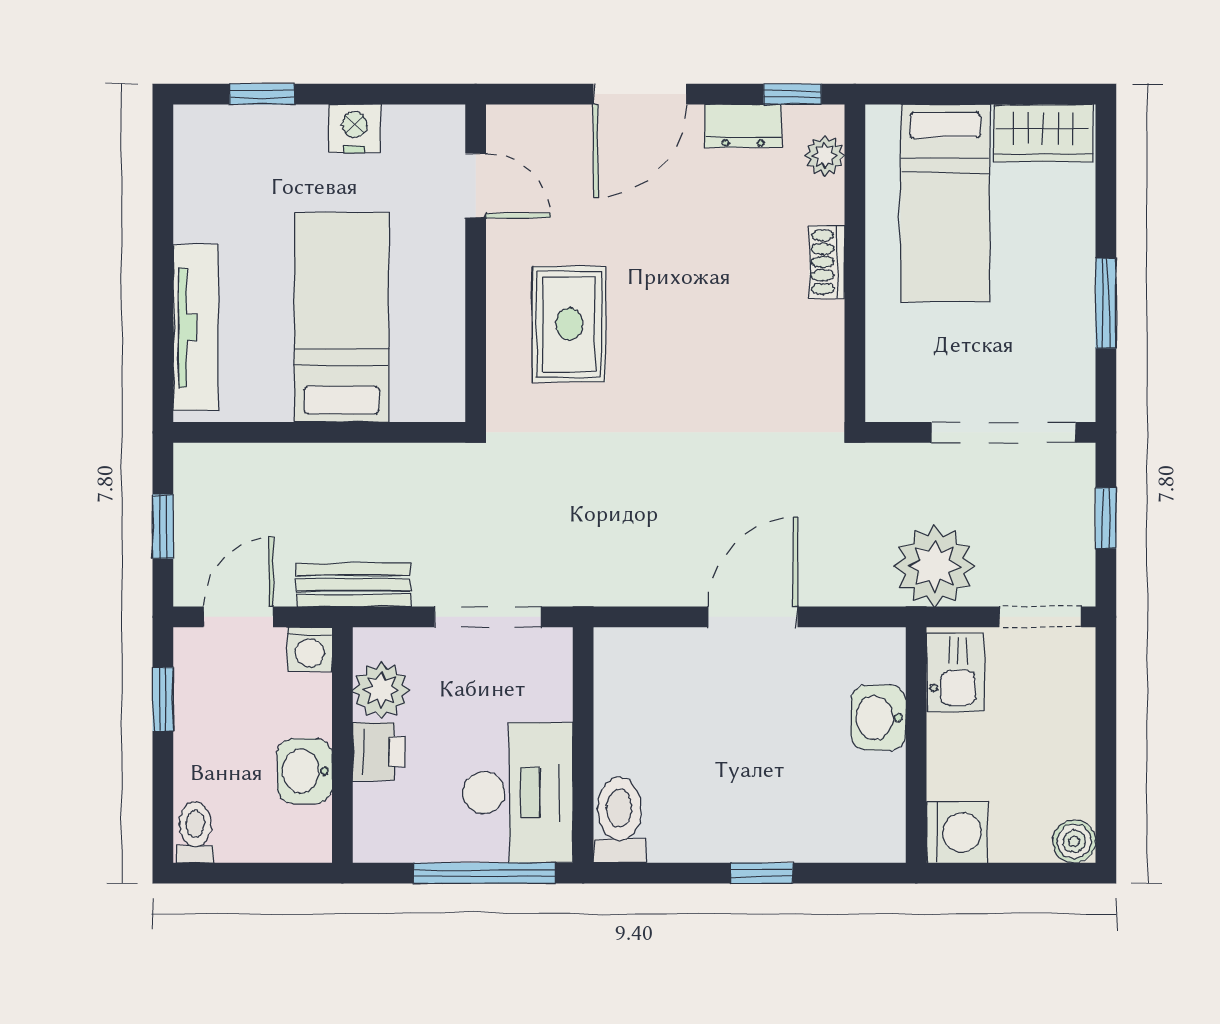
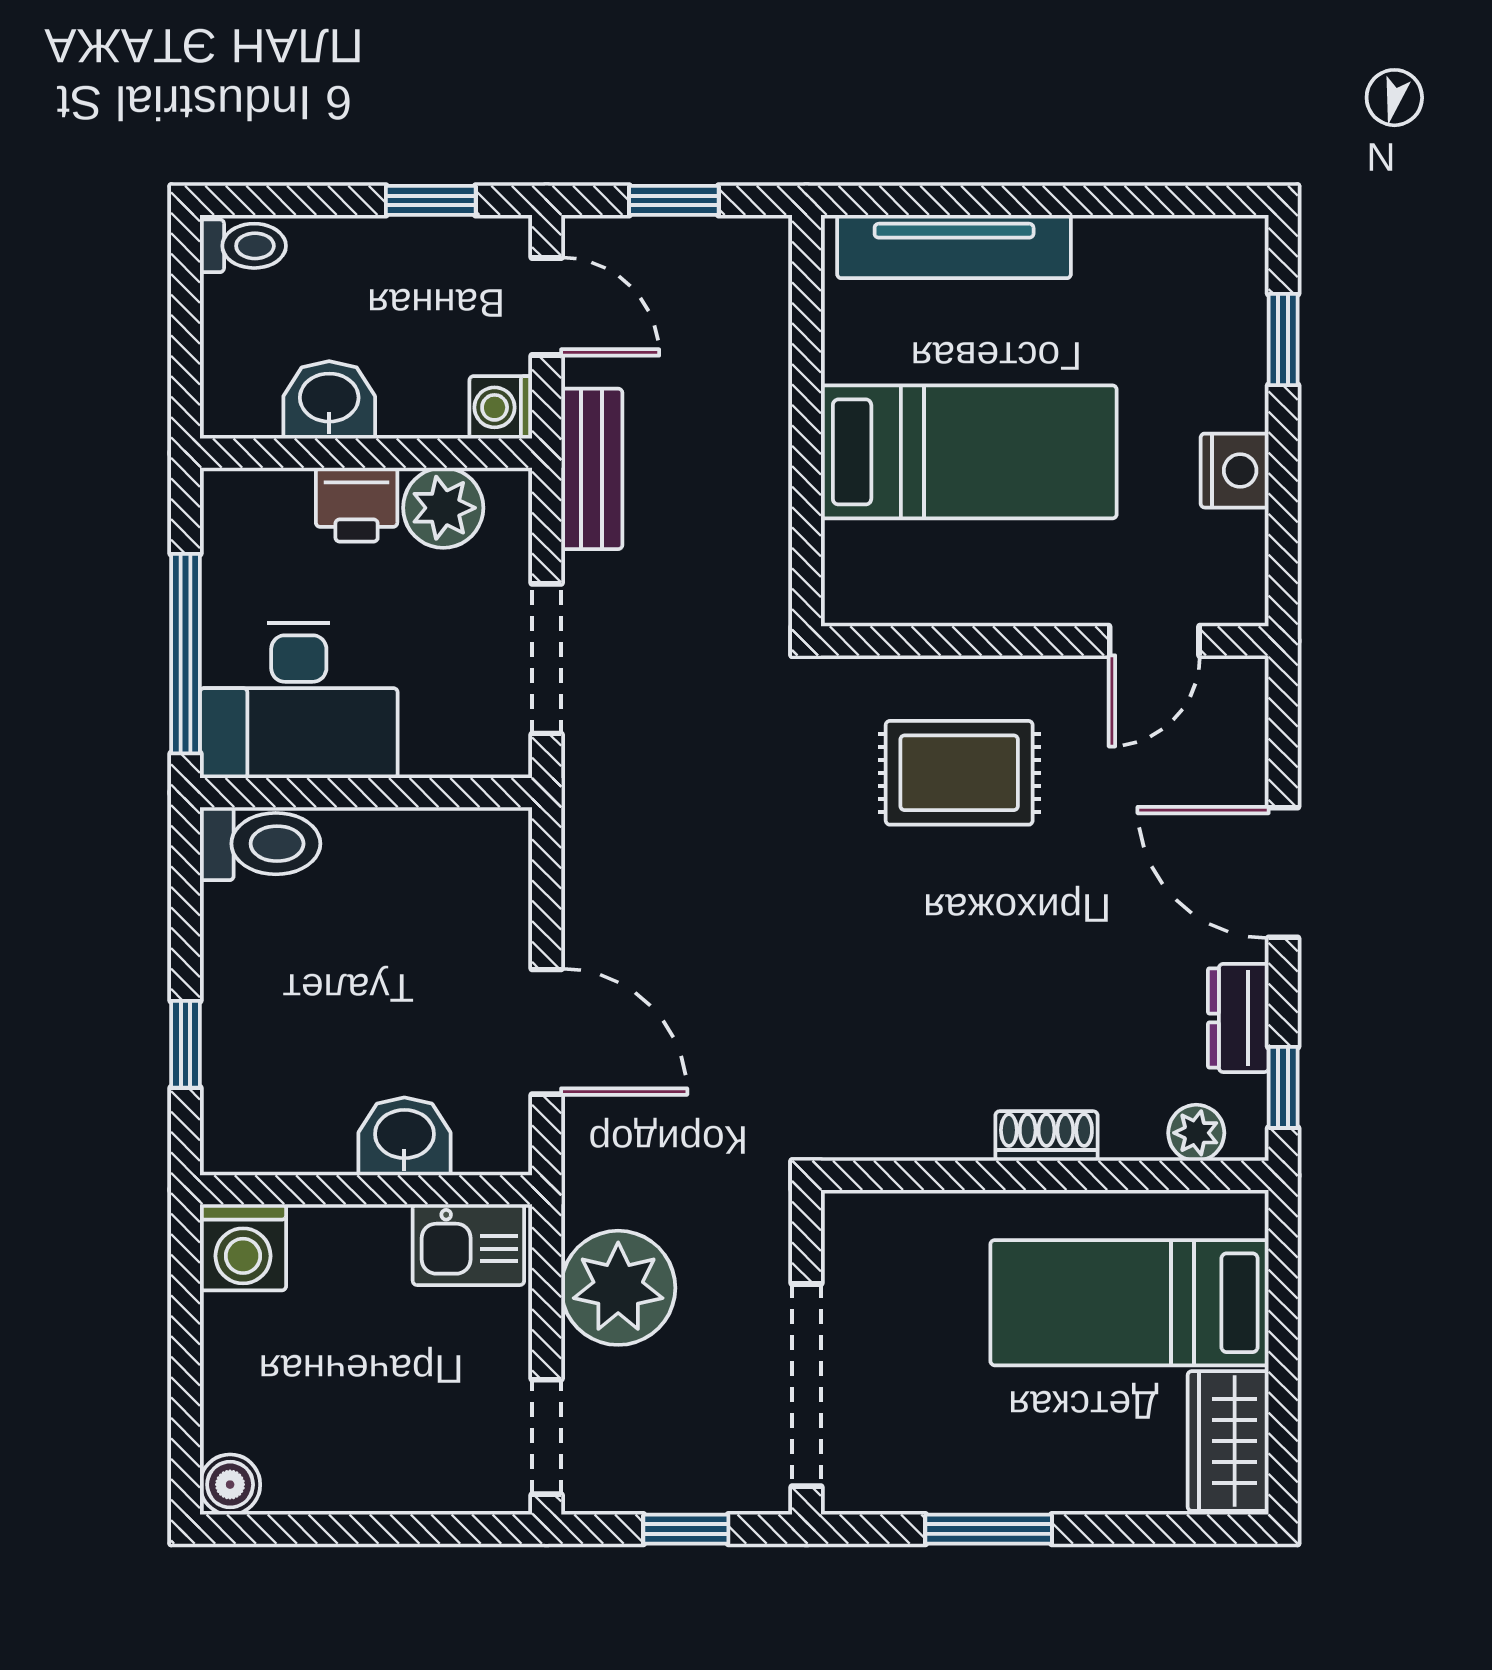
kitchen sink: (955, 672) -> (468, 1245), moved
washbasin: (878, 718) -> (404, 1136), moved
wall: (916, 745) -> (366, 1190), moved
washing machine: (957, 832) -> (243, 1247), moved

